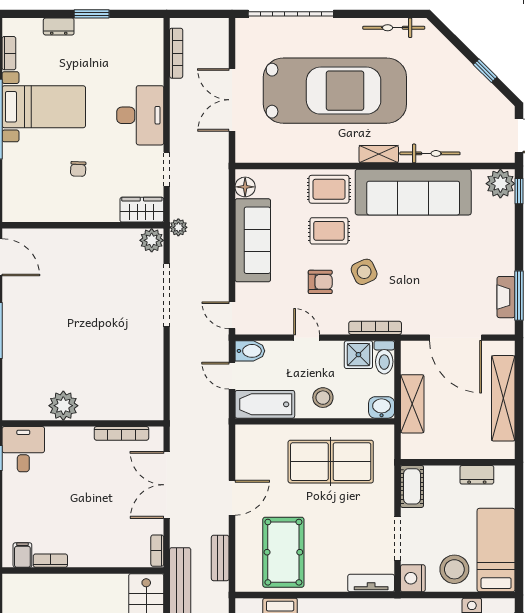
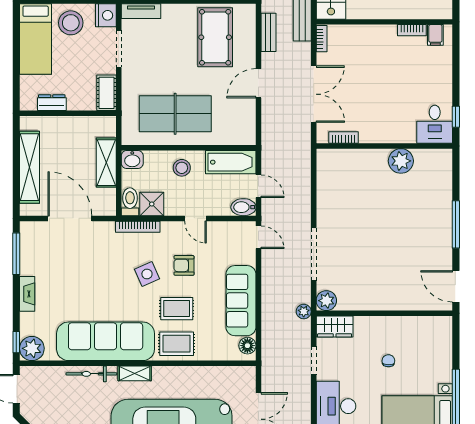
fireplace: (506, 297) -> (27, 294), moved
bookcase: (121, 433) -> (344, 138), width x0.64

